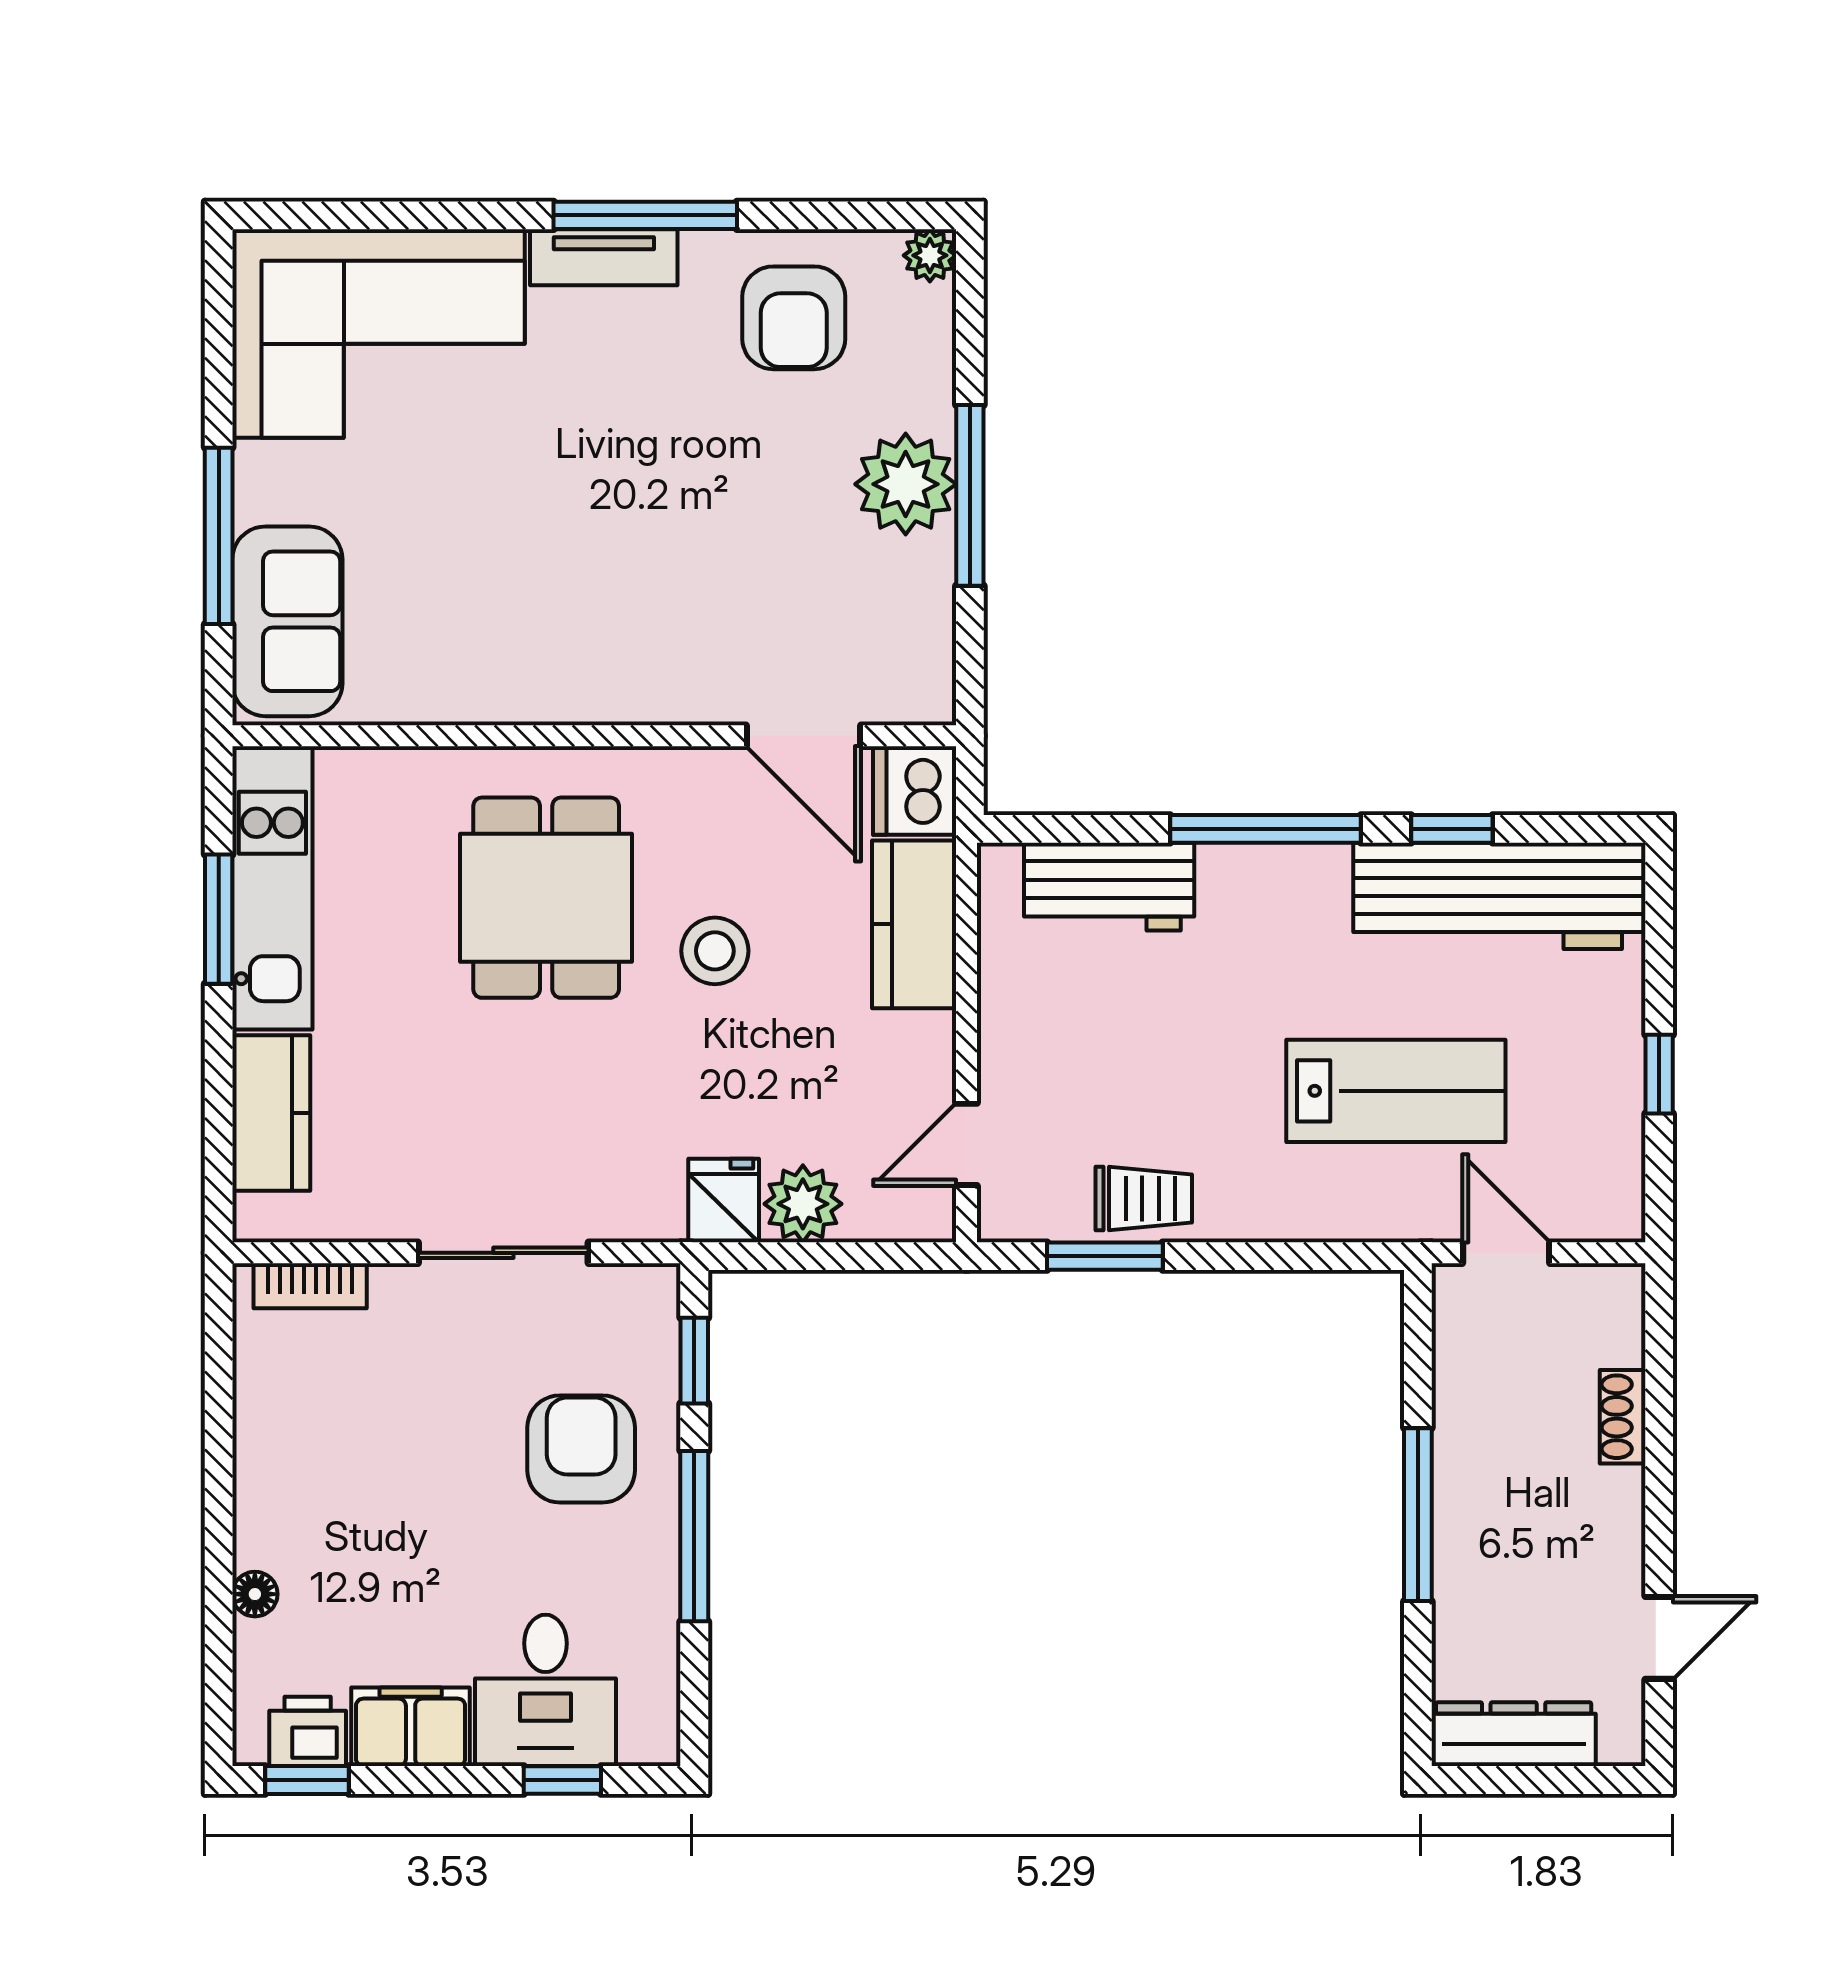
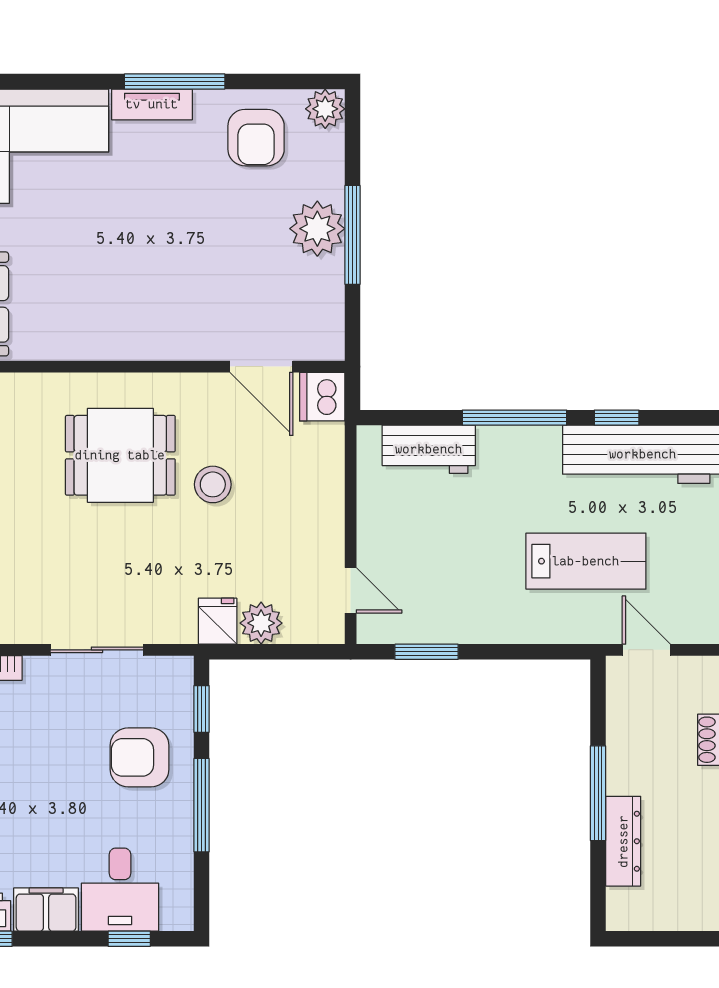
plant: (930, 255) -> (325, 109), width x1.38, depth x1.38
dining table: (546, 898) -> (120, 455), turned 90
kitchen counter: (914, 924) -> (322, 470), removed
door: (966, 1144) -> (351, 590), swing flipped
trolley: (1144, 1198) -> (448, 620), removed
armchair: (581, 1449) -> (140, 757), turned -90
dresser: (1514, 1734) -> (623, 841), moved, turned 90

